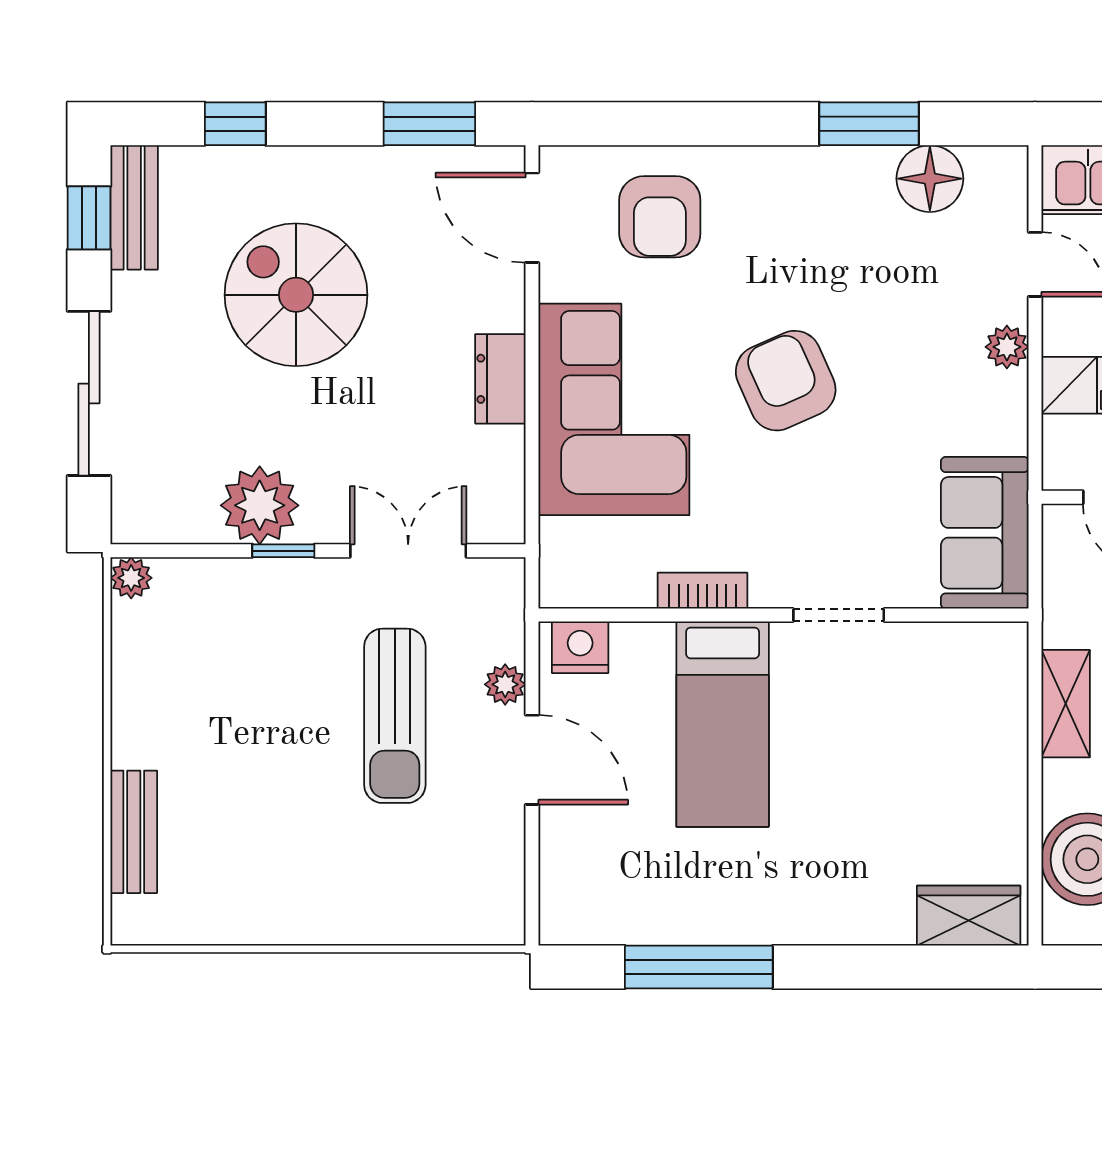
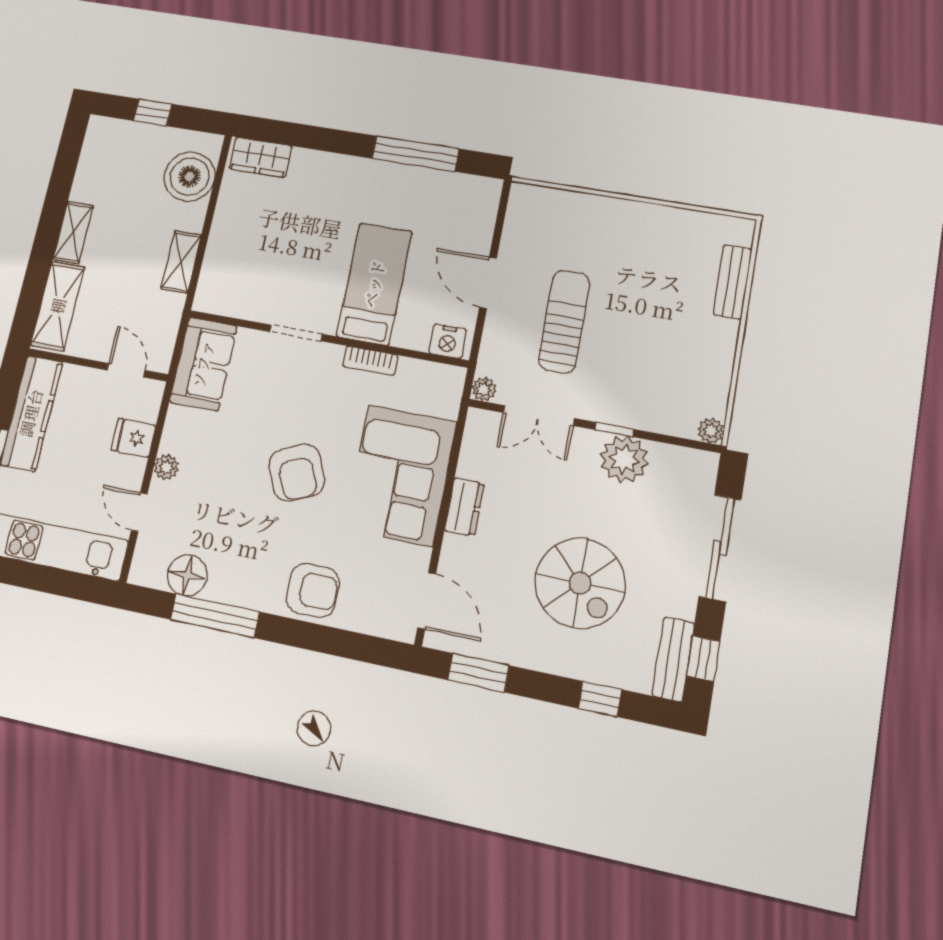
window: (869, 124) -> (215, 616), width x1.44
armchair: (660, 217) -> (313, 590), moved, turned 90
plant: (505, 684) -> (484, 389), moved

